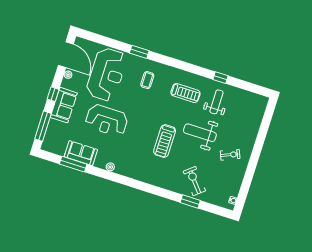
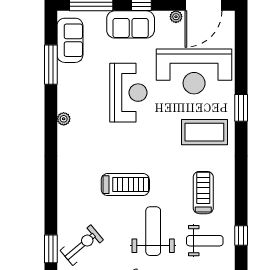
coffee table: (147, 80) -> (204, 132), width x1.86, depth x1.72
treadmill: (185, 93) -> (203, 193), turned 180
reception desk: (107, 120) -> (128, 93), turned 180
treadmill: (165, 141) -> (125, 185), turned 180
sofa: (81, 153) -> (70, 40), moved

